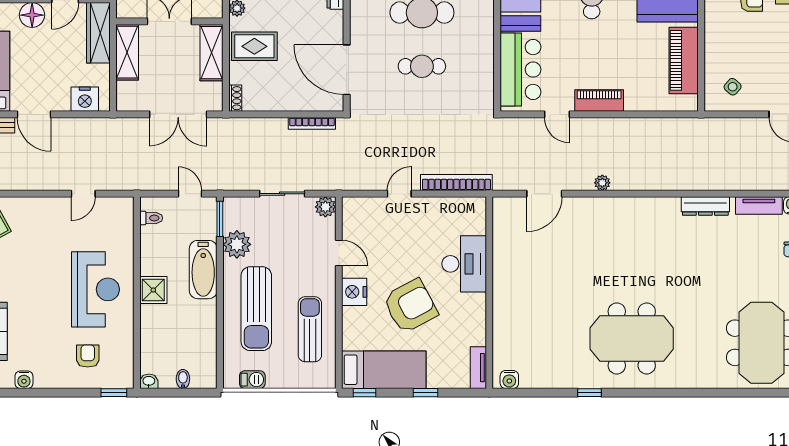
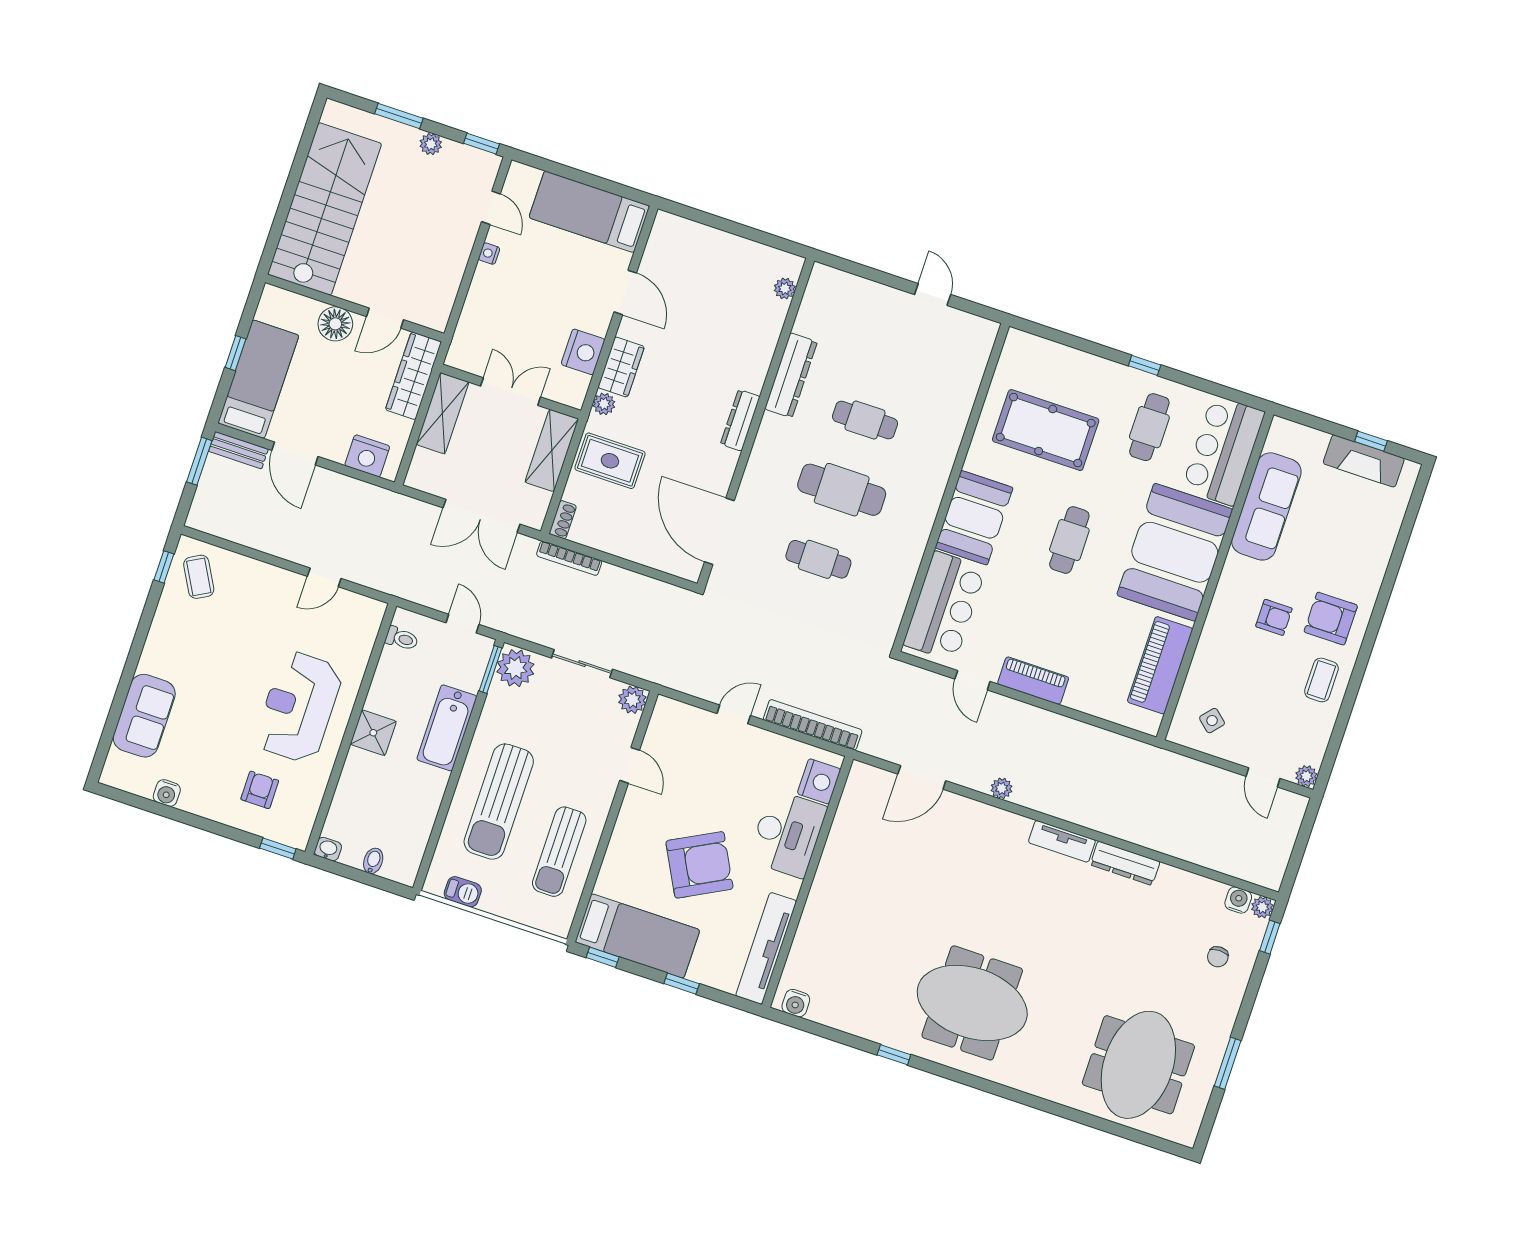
bookcase: (312, 123) -> (569, 558), moved
tv unit: (759, 205) -> (1062, 841), moved
plant: (237, 244) -> (515, 668), moved
reception desk: (95, 289) -> (299, 707), turned 180
nightstand: (354, 292) -> (819, 781), moved, turned 180
sun lounger: (310, 329) -> (559, 852), turned 180
tv unit: (478, 368) -> (766, 948), width x1.92, depth x1.29

